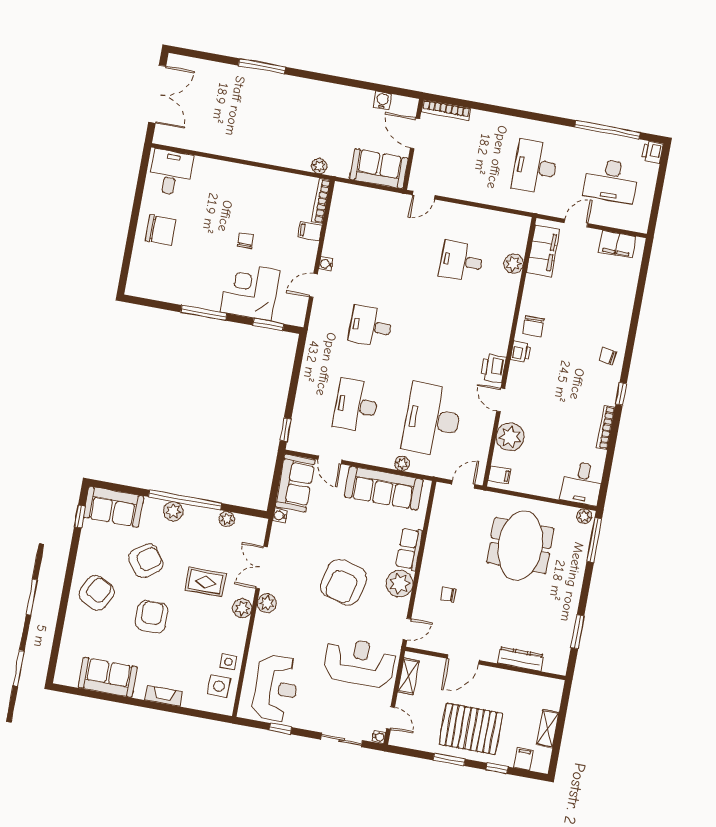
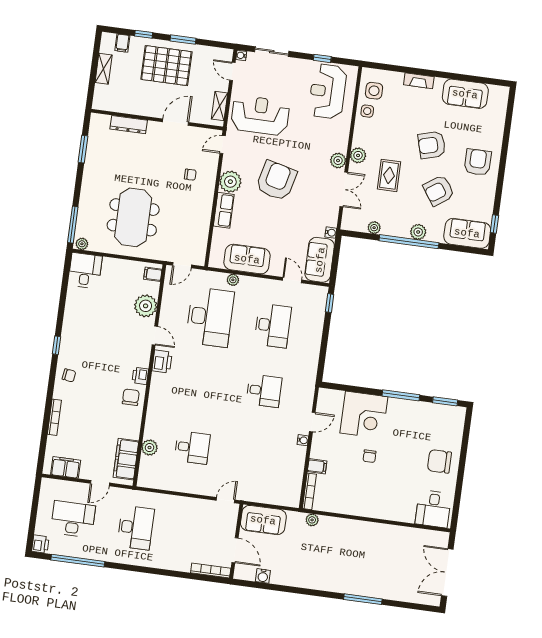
window: (268, 325) -> (445, 401), moved
bookcase: (606, 427) -> (54, 417), moved
sofa: (384, 488) -> (247, 259), width x0.73
rug: (206, 582) -> (389, 175), turned 90
armchair: (97, 593) -> (478, 162), turned 153
armchair: (152, 617) -> (432, 145), turned 74
reception desk: (359, 663) -> (260, 115), turned 180

